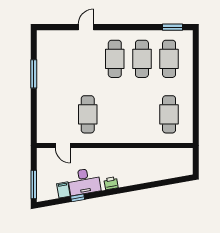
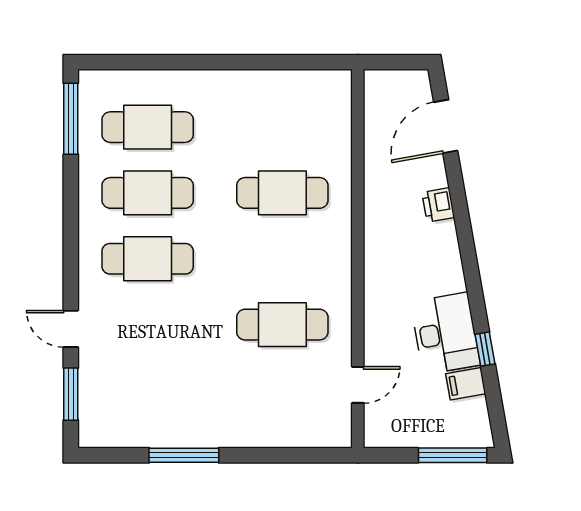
window: (59, 27) -> (71, 394), added
window: (173, 27) -> (71, 119), width x1.44
cafe table: (169, 114) -> (282, 193), moved
door: (169, 182) -> (446, 126), added
printer: (111, 183) -> (438, 205), moved

